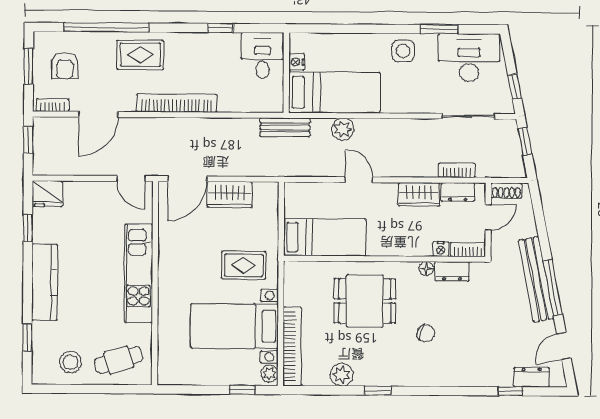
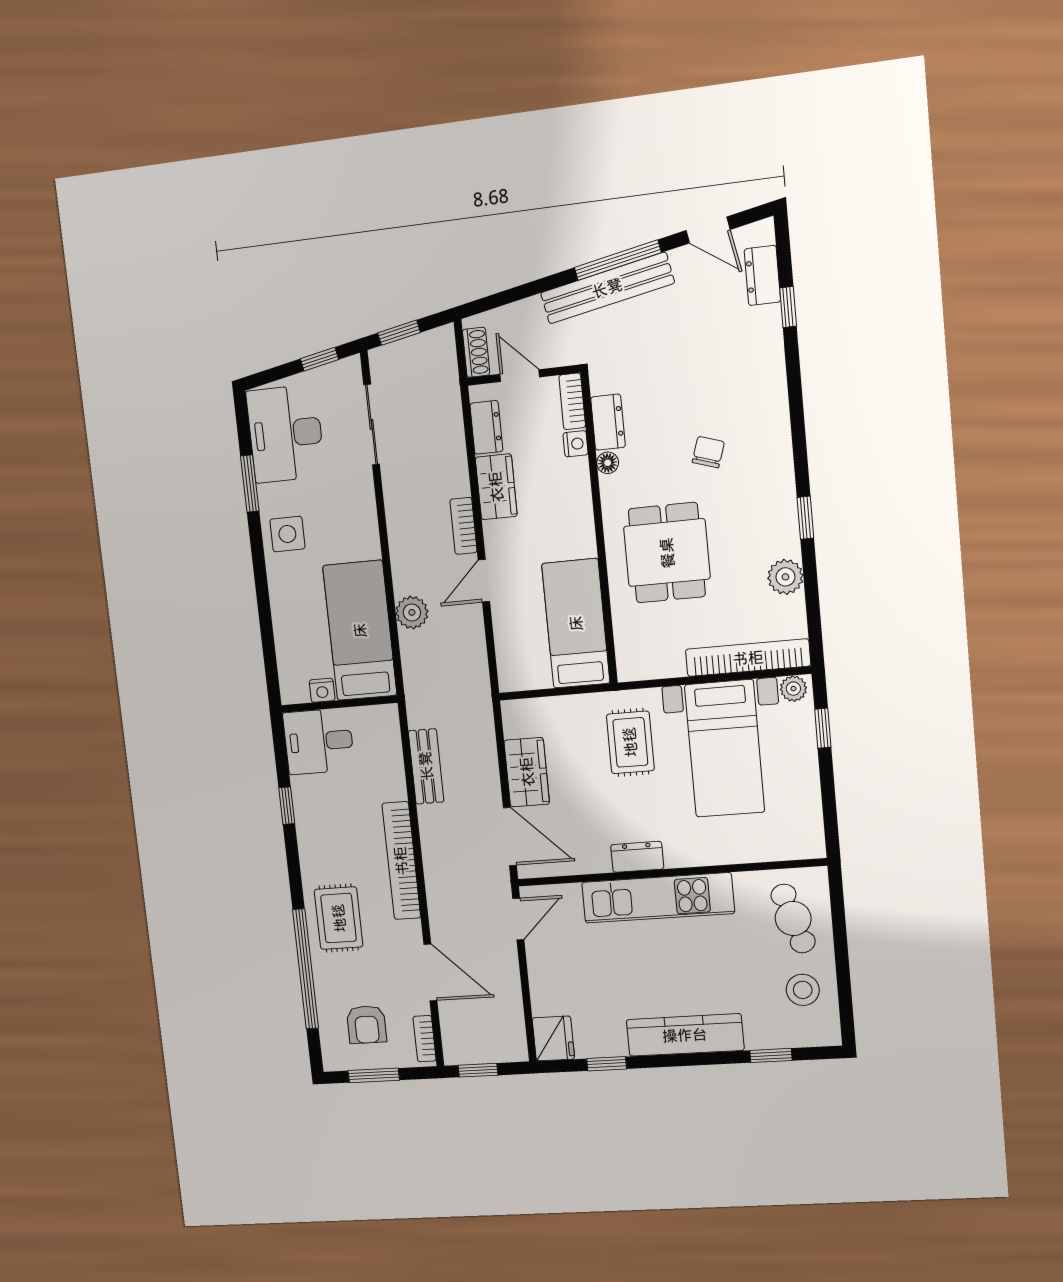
armchair: (65, 66) -> (367, 1024), turned 90
bench: (285, 127) -> (426, 766), moved
bookcase: (457, 170) -> (463, 526), moved
dresser: (167, 262) -> (637, 857), added

